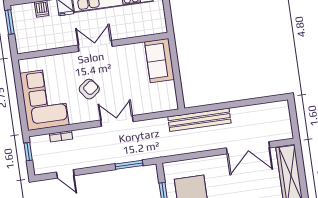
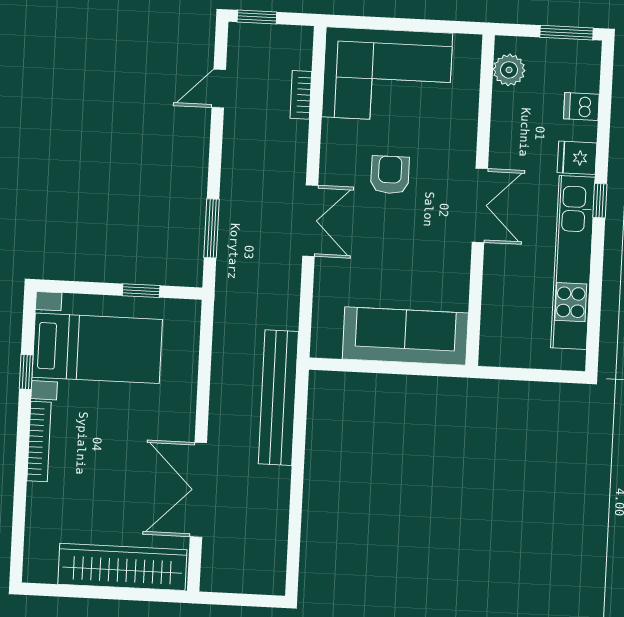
plant: (32, 45) -> (509, 70), added
sofa: (159, 61) -> (405, 336), width x1.36
armchair: (89, 89) -> (390, 175), turned -143
window: (28, 152) -> (257, 17), moved

